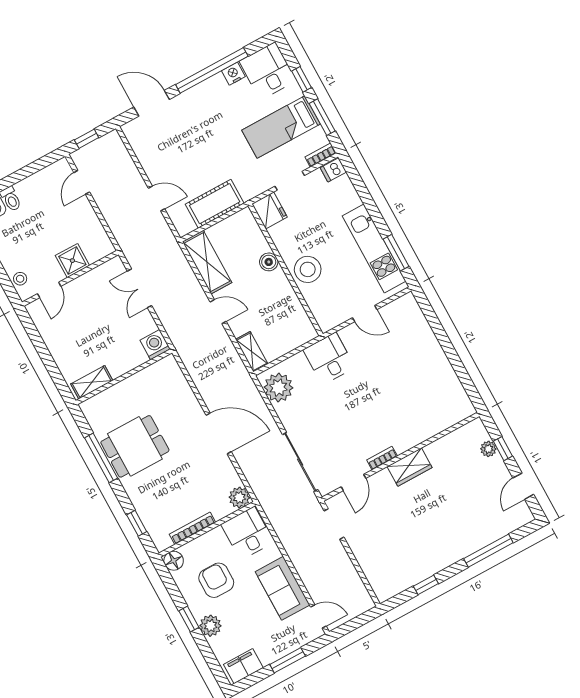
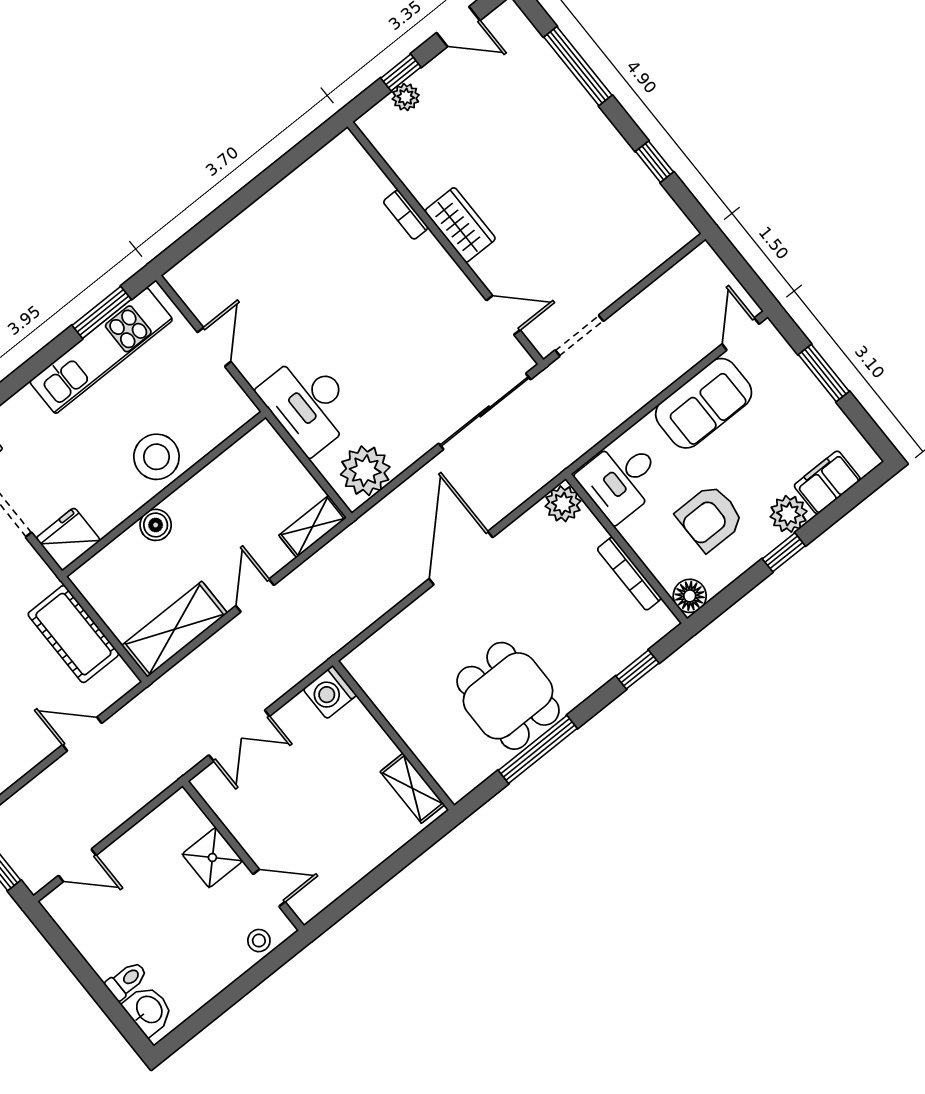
door: (156, 198) -> (82, 734), hinge flipped
desk: (329, 358) -> (308, 403), width x1.37
bookcase: (382, 458) -> (406, 215), moved
filing cabinet: (243, 666) -> (827, 482), moved, turned 90

